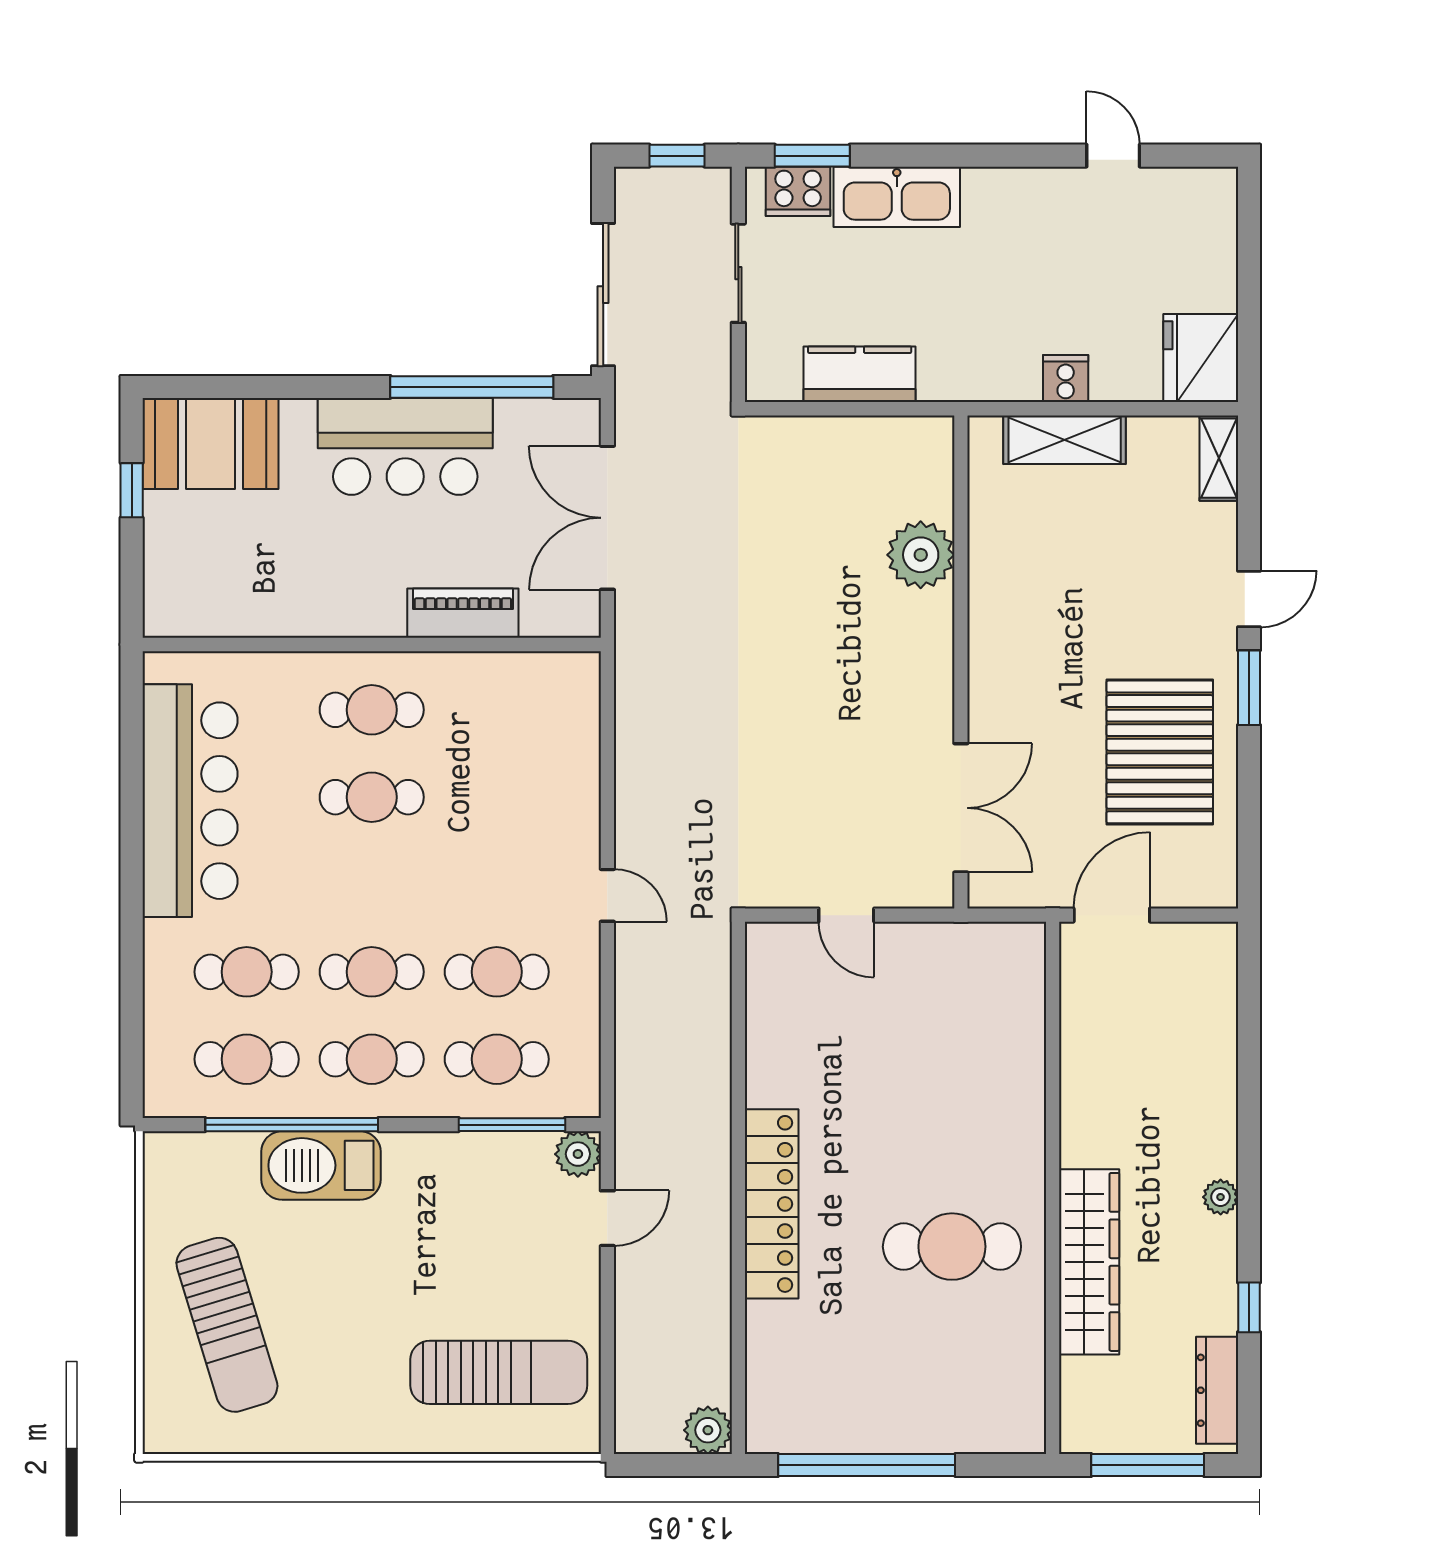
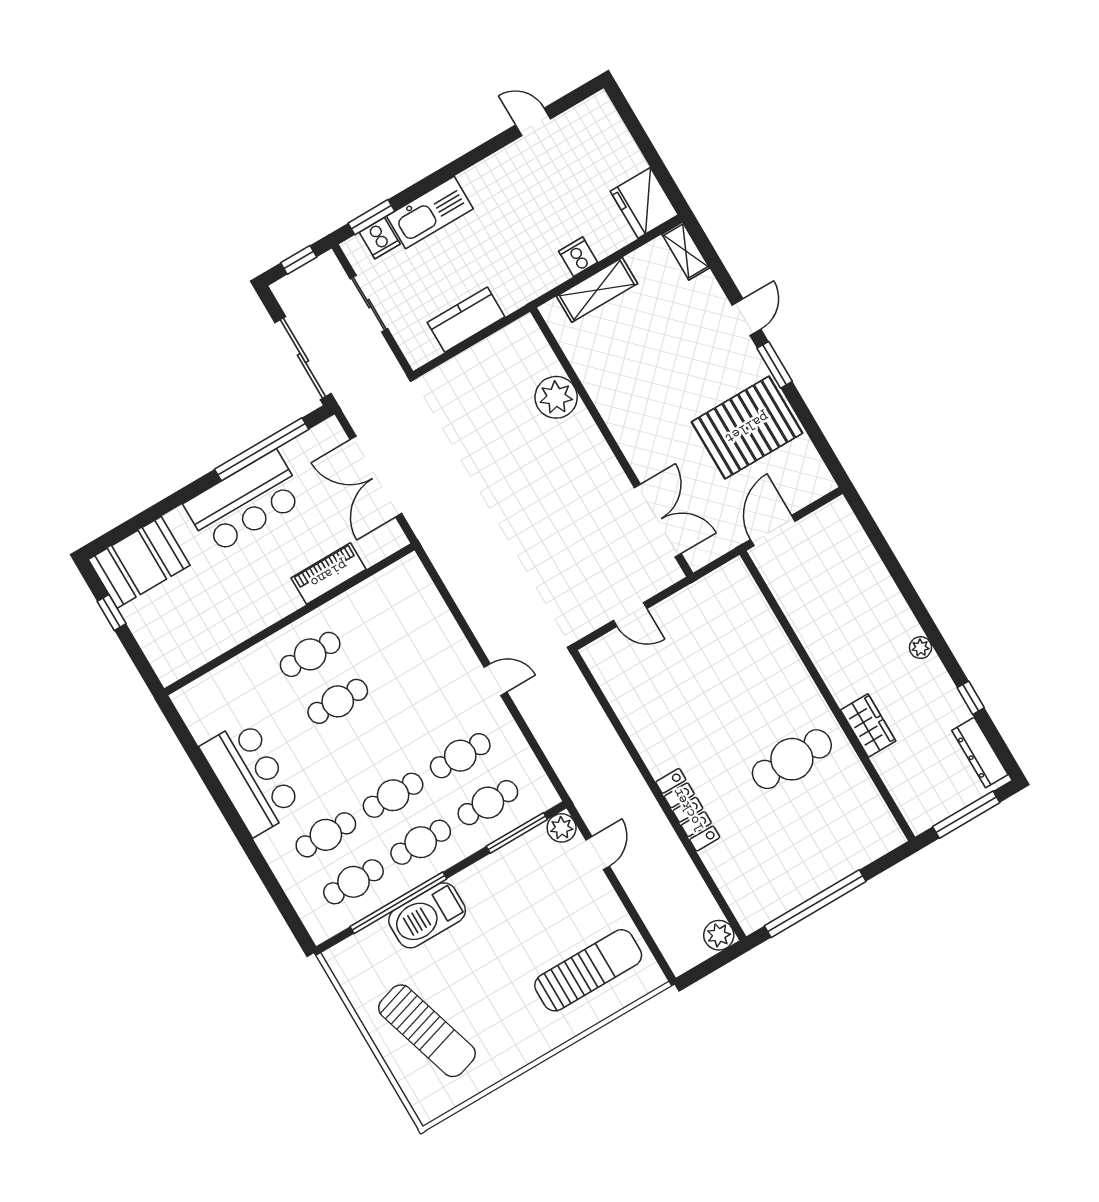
cooker: (798, 191) -> (380, 238), width x0.73
pallet: (1160, 752) -> (747, 428), turned 90
bar counter: (190, 801) -> (251, 777), width x0.73
locker: (772, 1204) -> (688, 810), width x0.71, depth x0.83
wardrobe: (1089, 1262) -> (868, 725), width x0.48, depth x0.85

